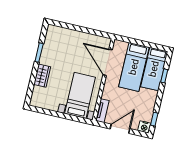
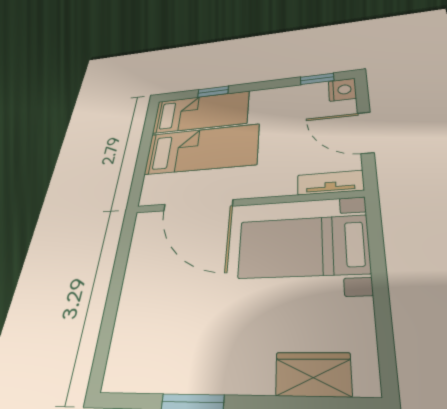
door: (108, 62) -> (198, 205), hinge flipped
wardrobe: (42, 76) -> (313, 374), moved

